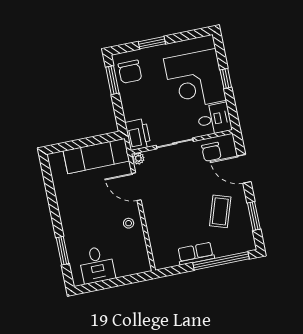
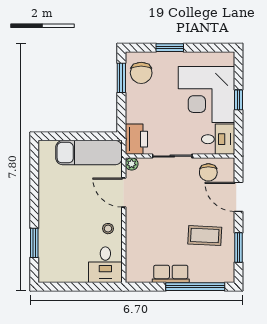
coffee table: (220, 211) -> (205, 236), turned 75
desk: (97, 265) -> (105, 265), moved

